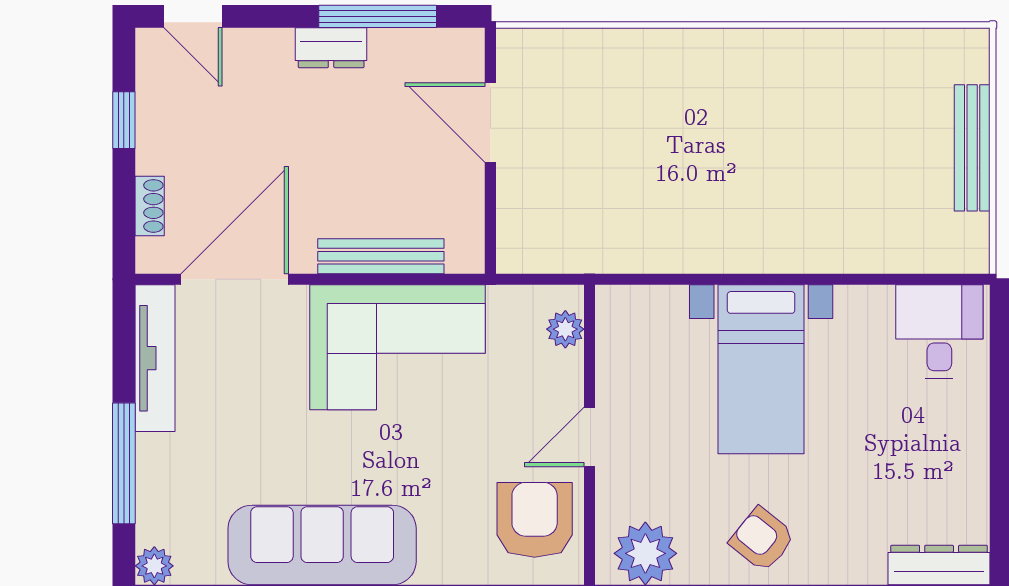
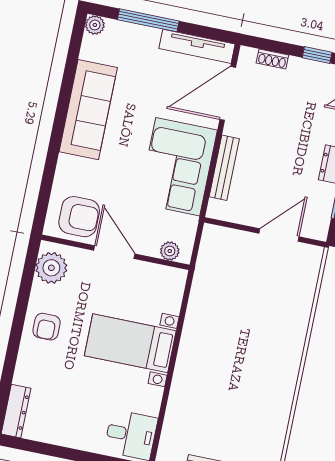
door: (235, 279) -> (228, 93), swing flipped
door: (590, 437) -> (114, 252), width x1.38
armchair: (762, 539) -> (47, 327), turned 141

